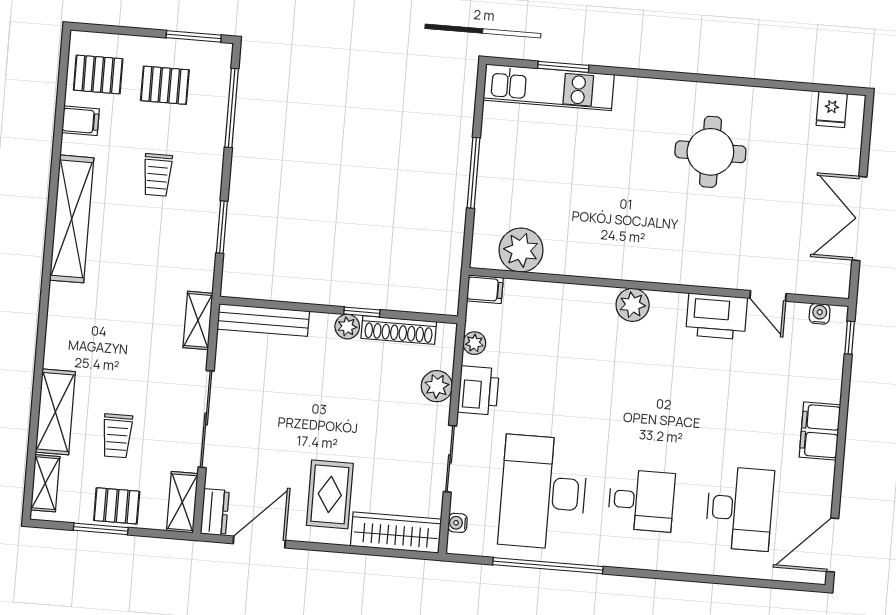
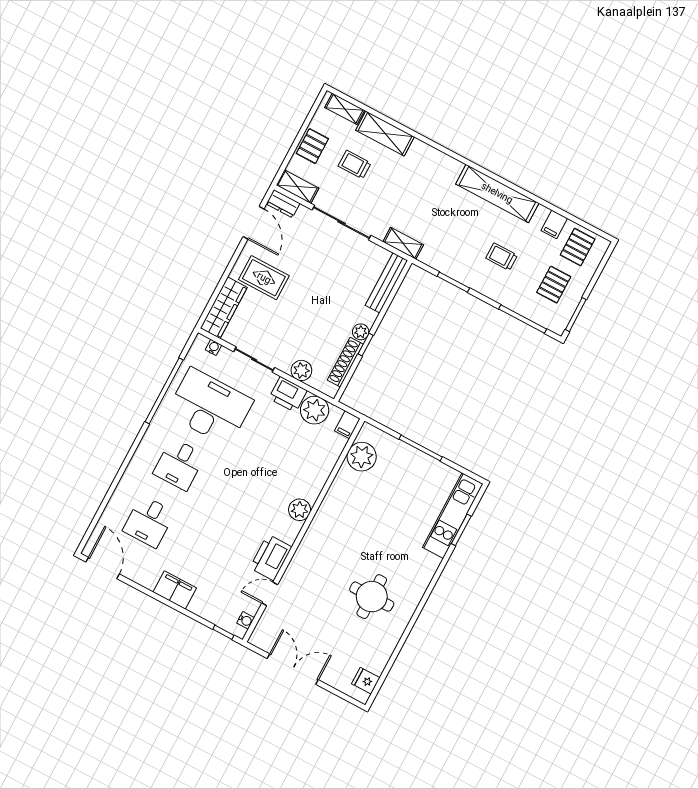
plant: (474, 343) -> (315, 410), width x1.88, depth x1.88
desk: (740, 509) -> (149, 521), width x0.73
window: (101, 529) -> (303, 130), removed

